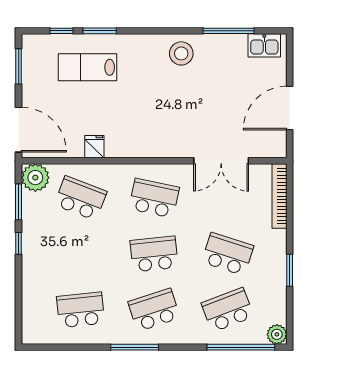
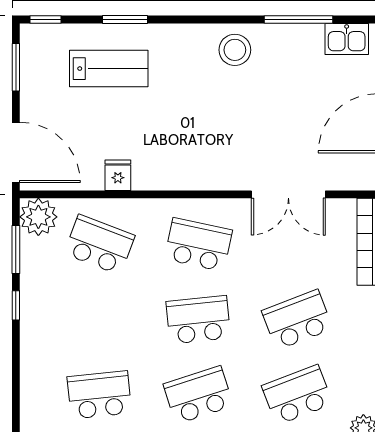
window: (62, 31) -> (46, 20), moved
lab bench: (88, 67) -> (109, 69), turned 180
school desk: (228, 254) -> (297, 320), turned -39

